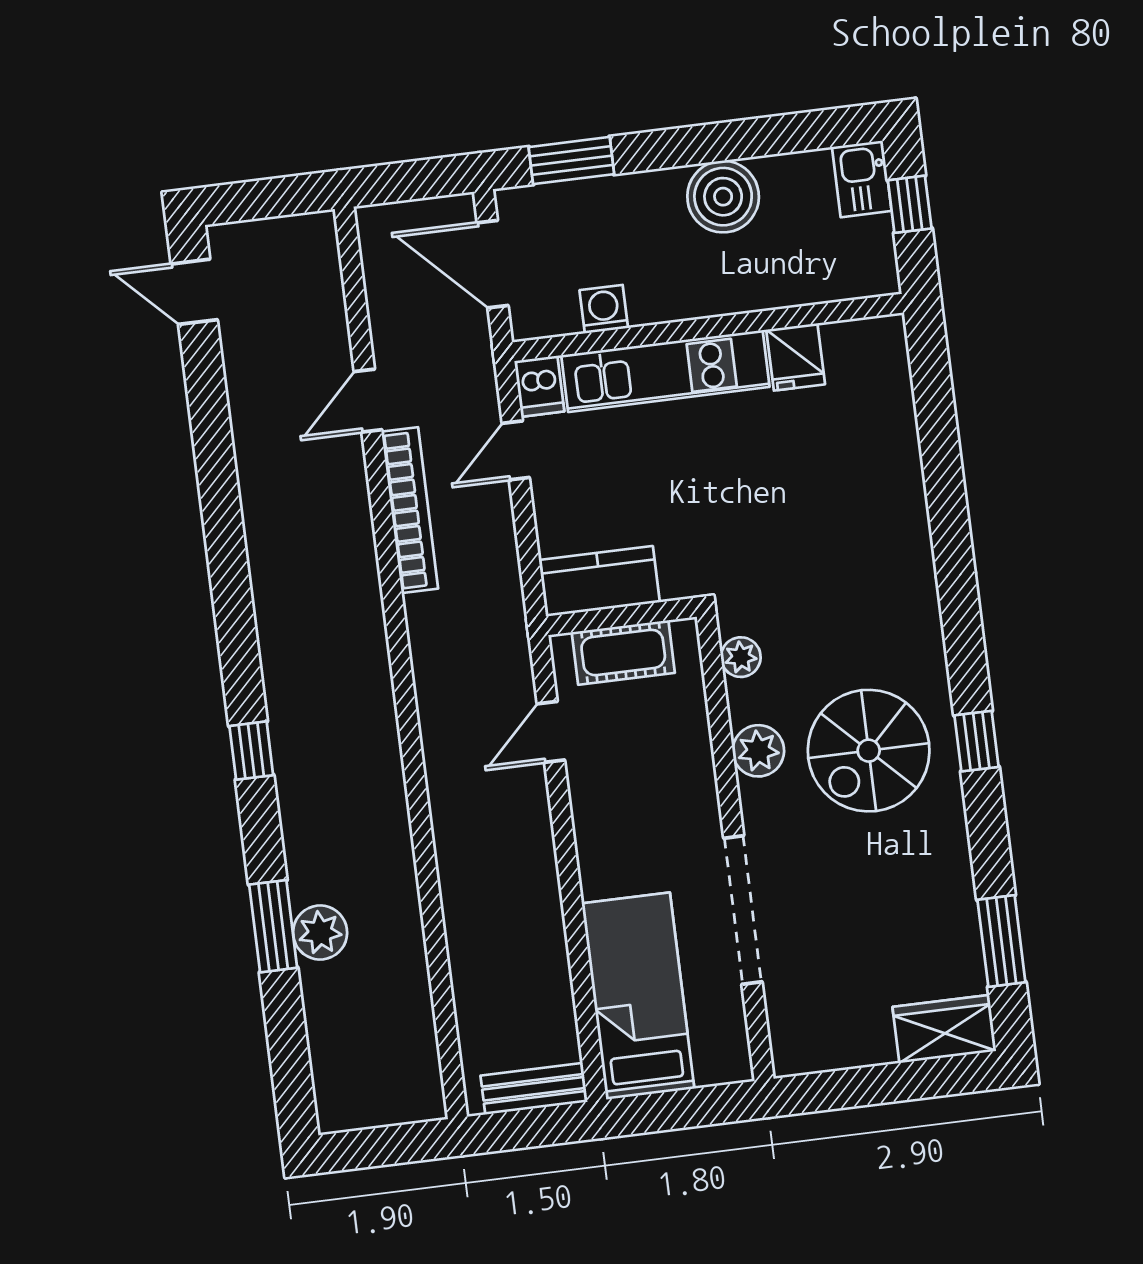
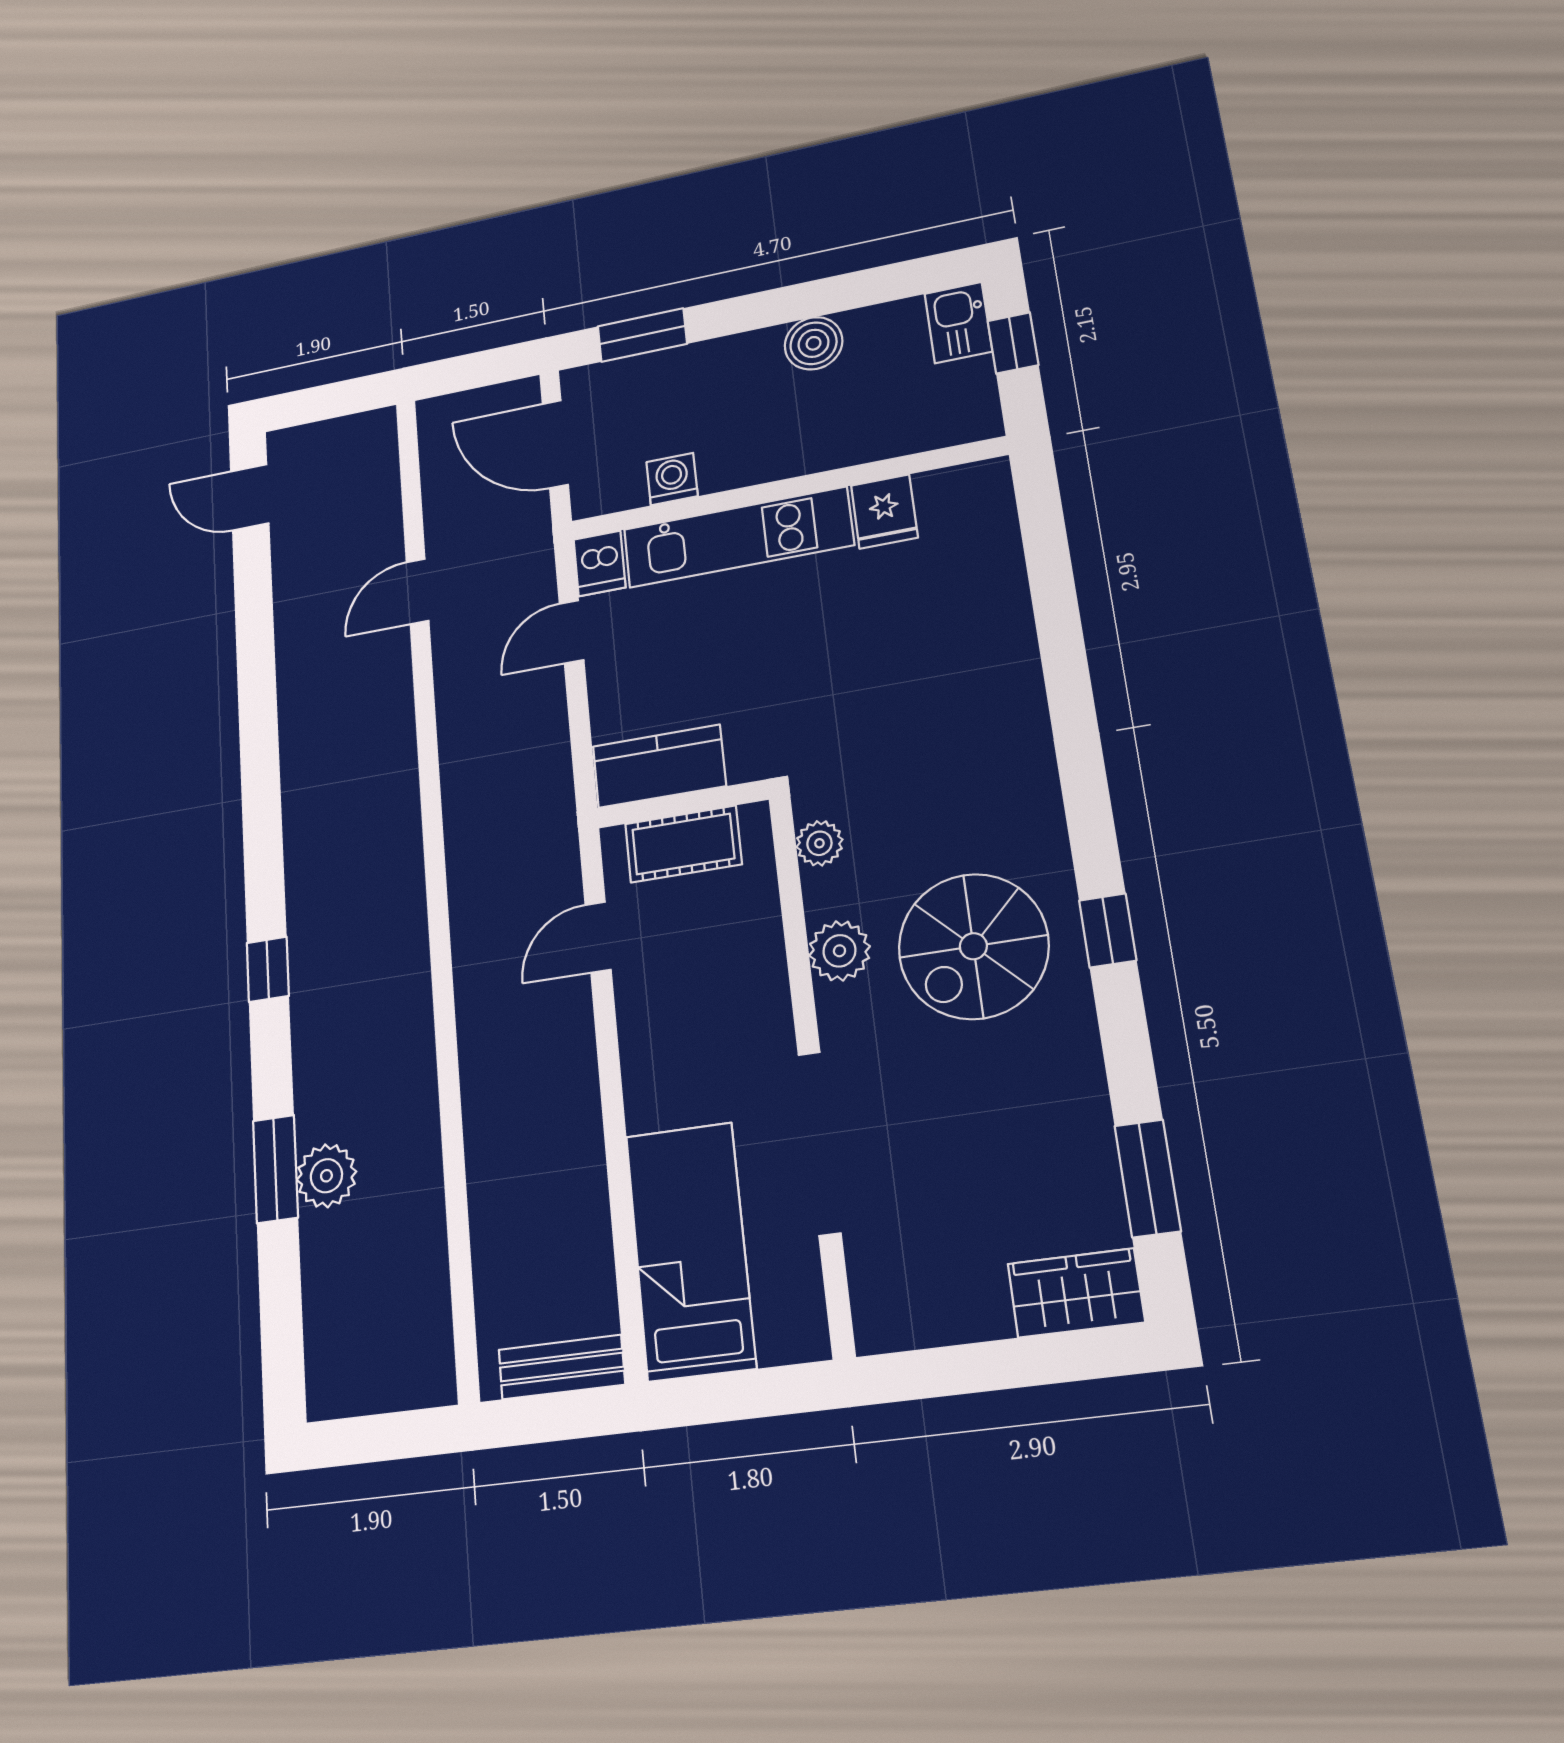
boiler: (723, 197) -> (814, 343), width x0.73, depth x0.73
bookcase: (410, 510) -> (454, 702), removed

